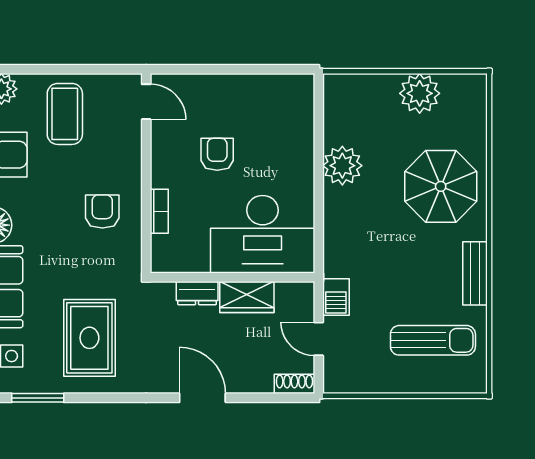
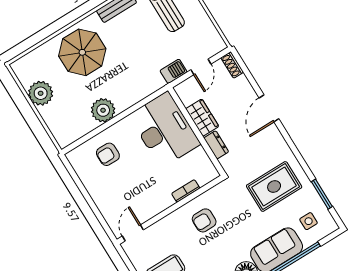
armchair: (217, 154) -> (108, 154), moved

